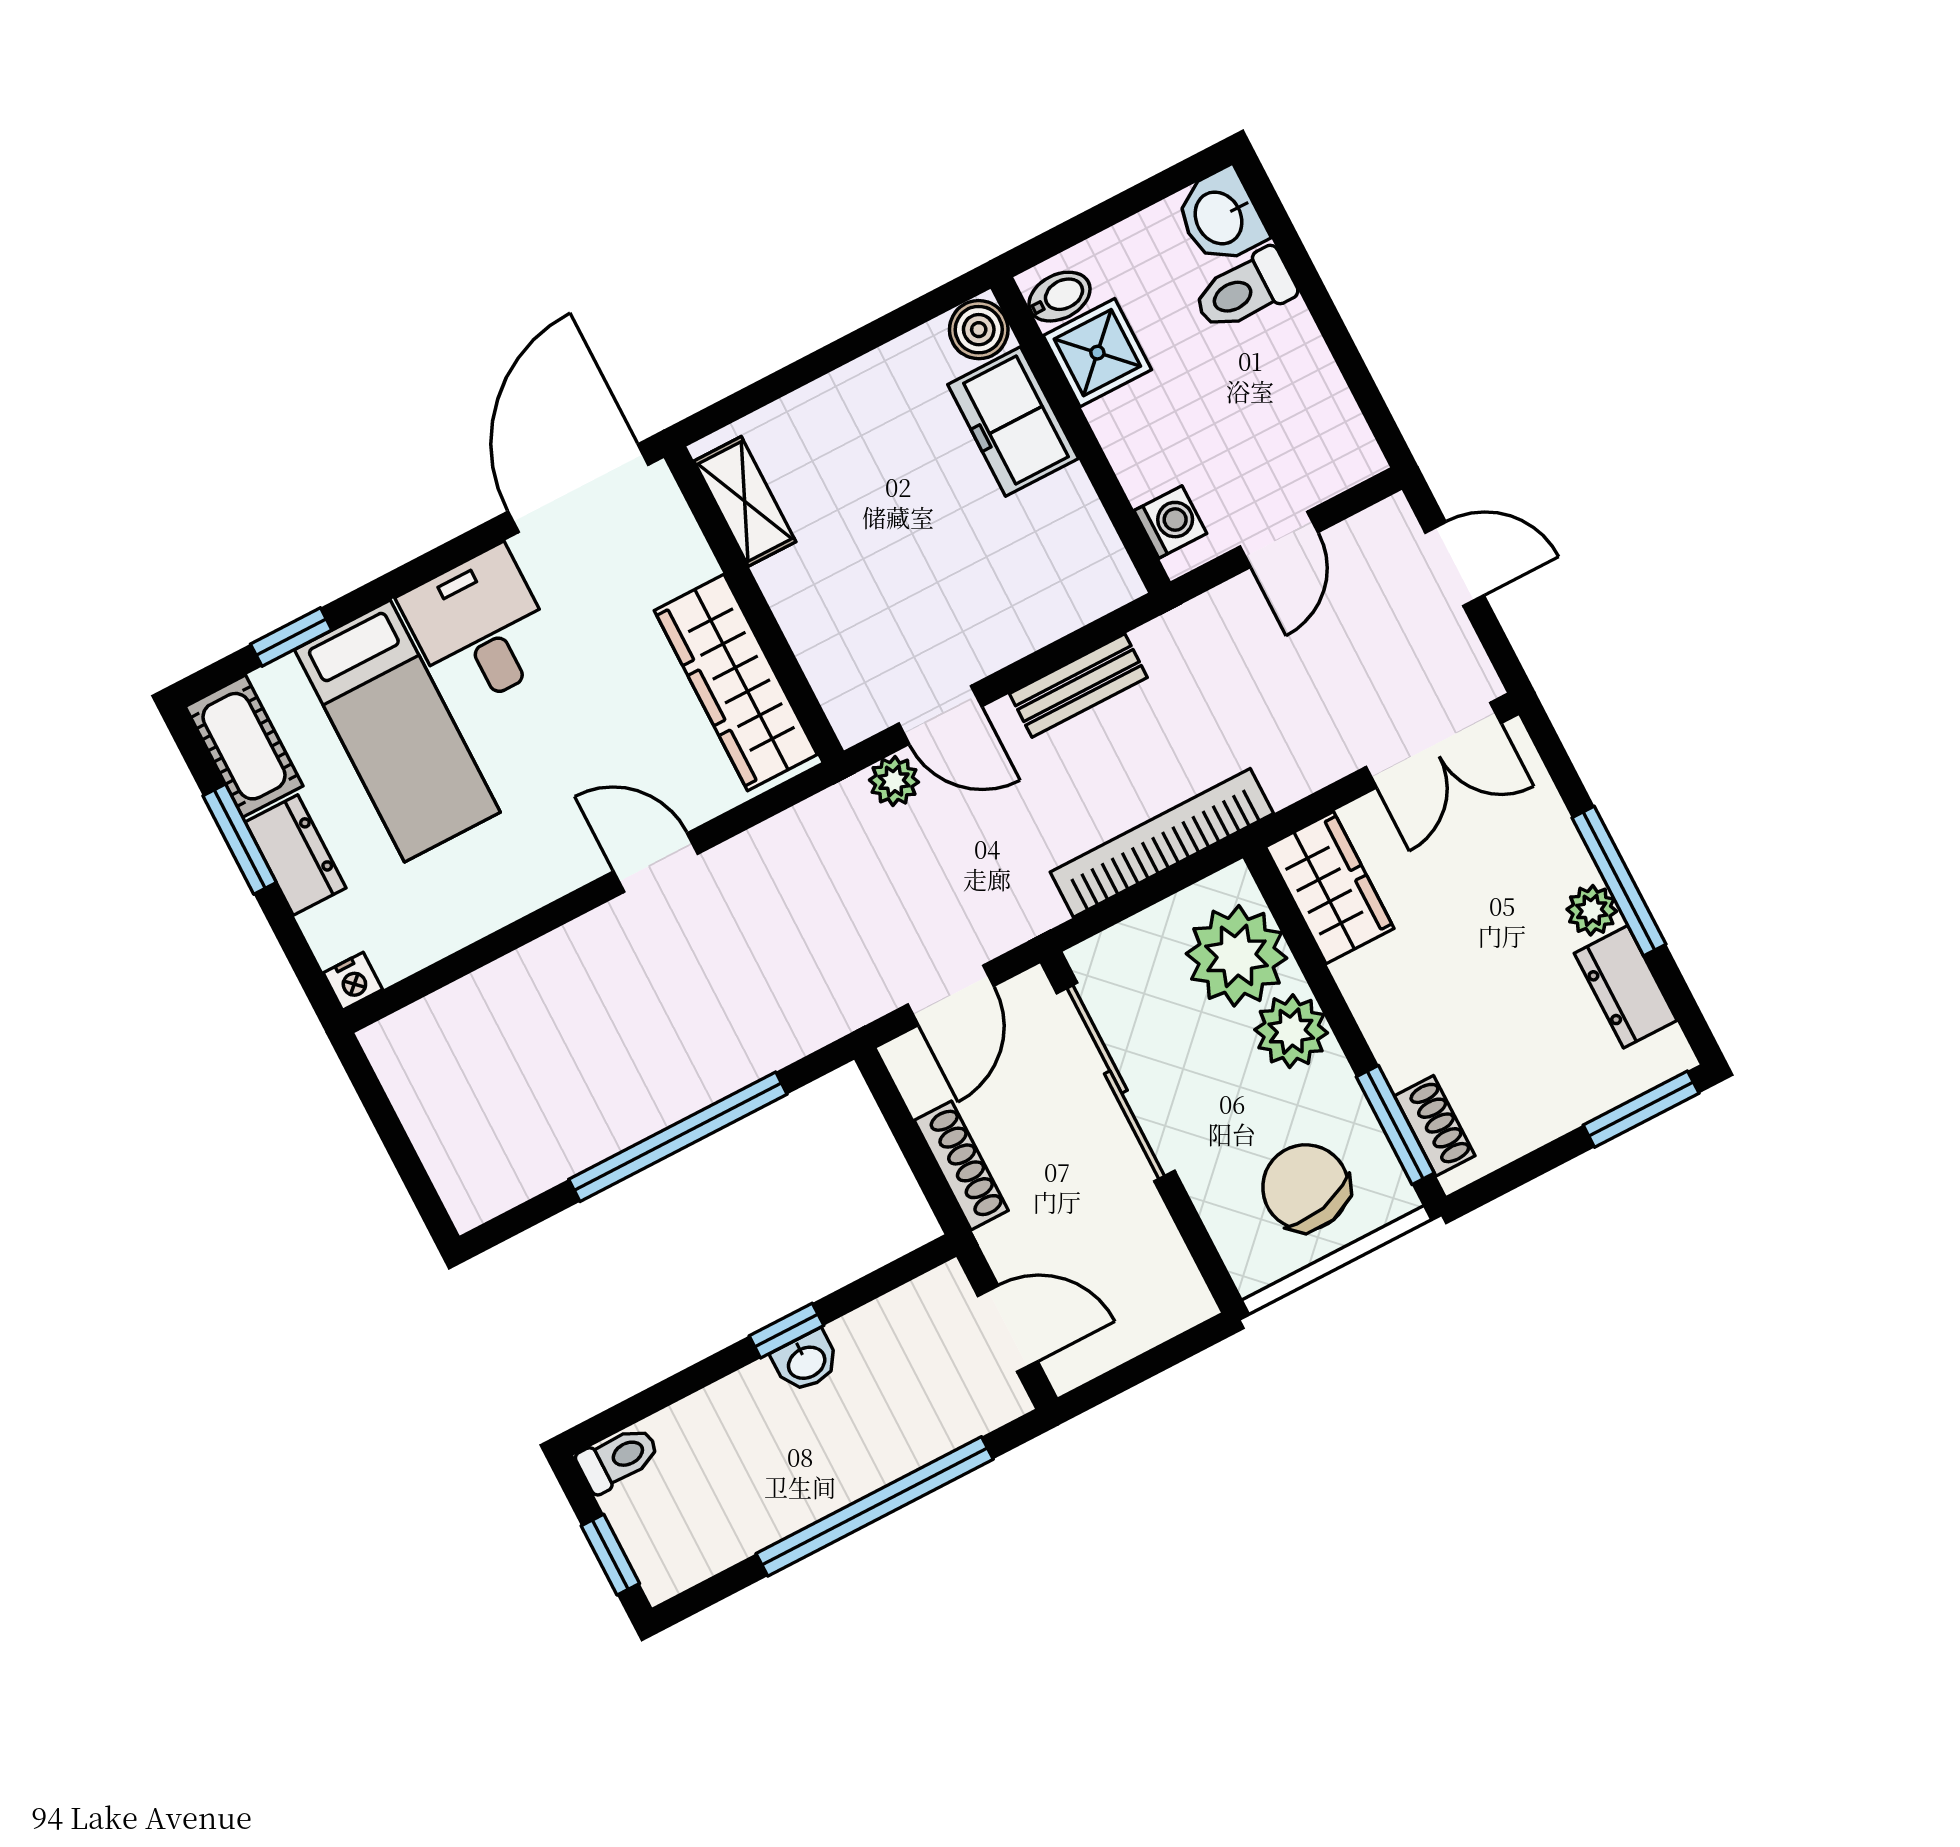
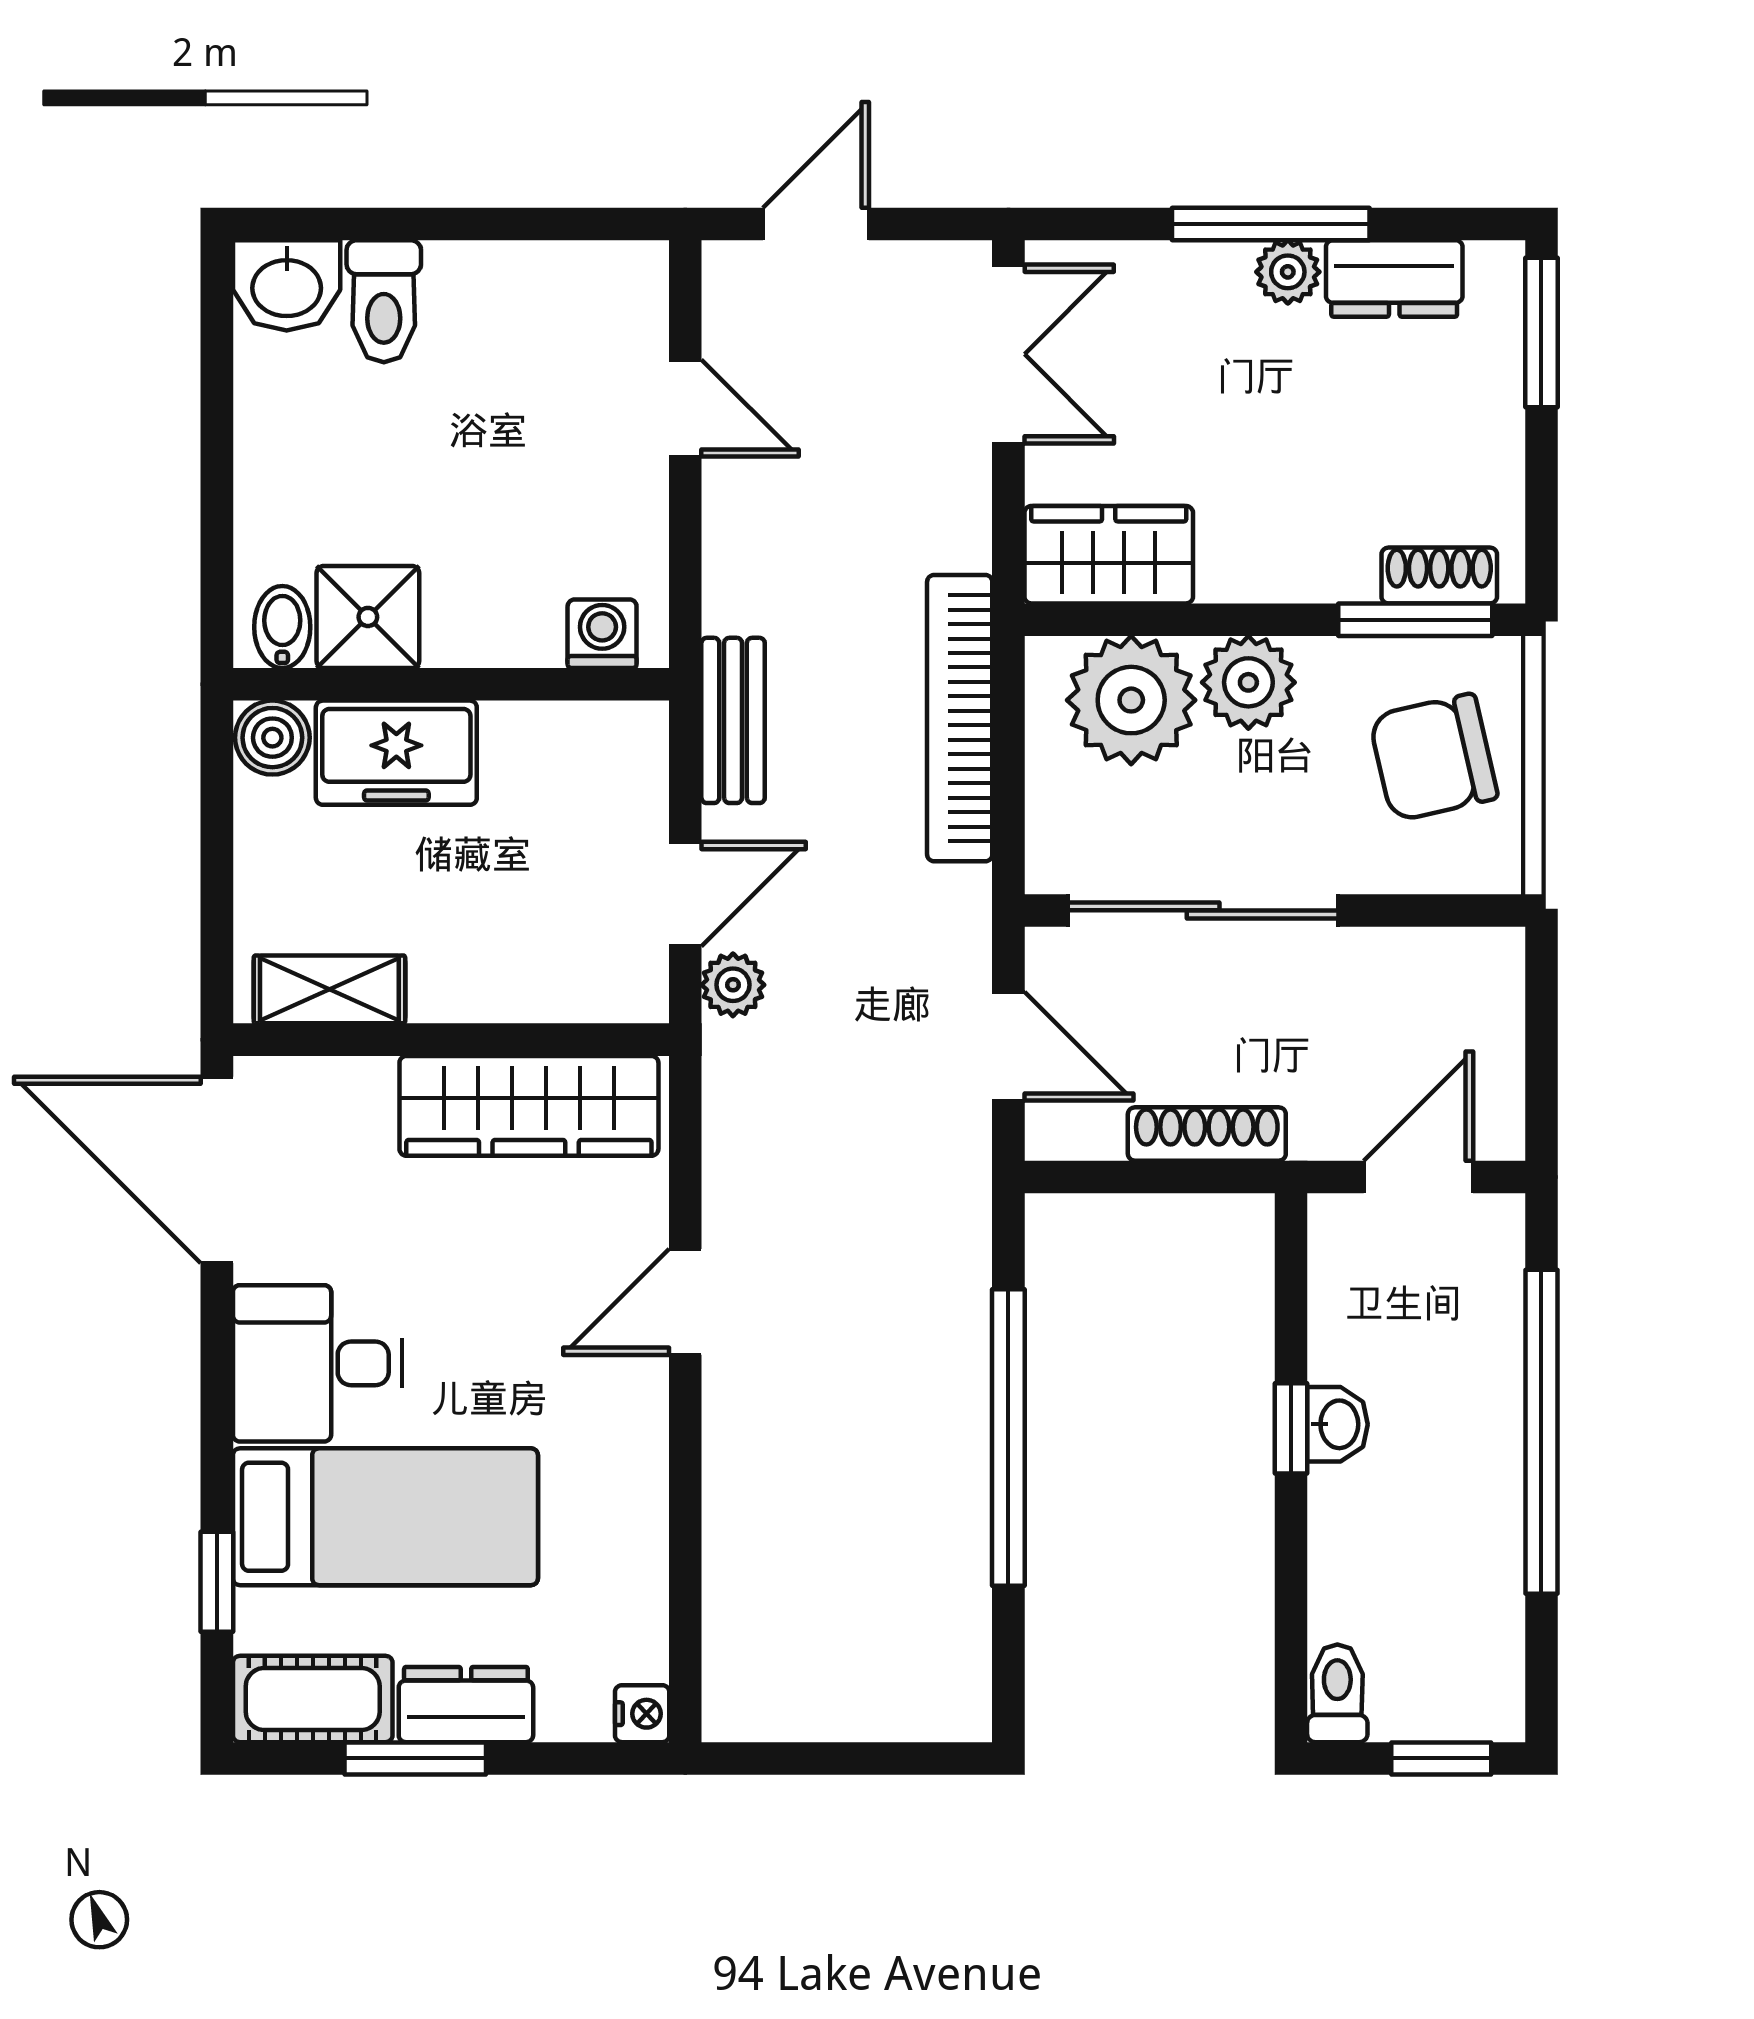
bidet: (1059, 297) -> (282, 627), moved
boiler: (979, 330) -> (272, 738), moved
shower: (1097, 353) -> (368, 617), moved
freezer: (1013, 422) -> (396, 753), moved
wall: (1081, 435) -> (451, 684), moved
washing machine: (1170, 522) -> (602, 634), moved

